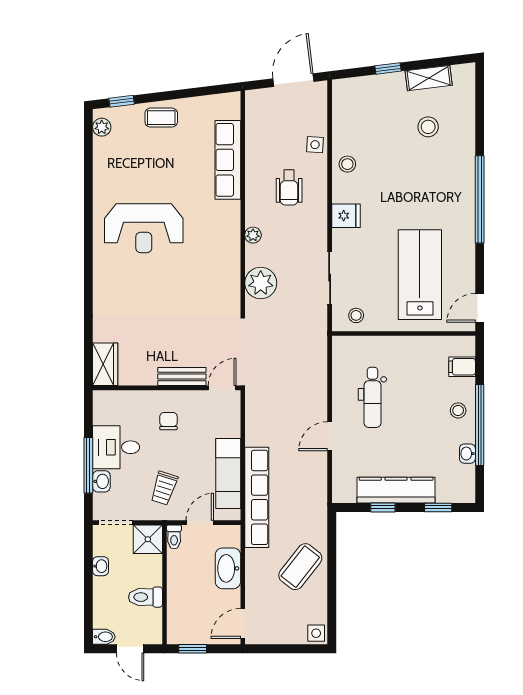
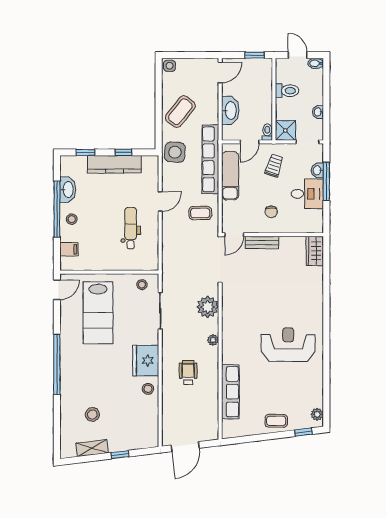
side table: (315, 145) -> (175, 152), moved, width x1.87, depth x1.87
fridge: (346, 216) -> (146, 361), width x1.88, depth x1.34
coffee table: (272, 419) -> (200, 213), added
washbasin: (467, 454) -> (68, 189), width x1.91, depth x1.45

